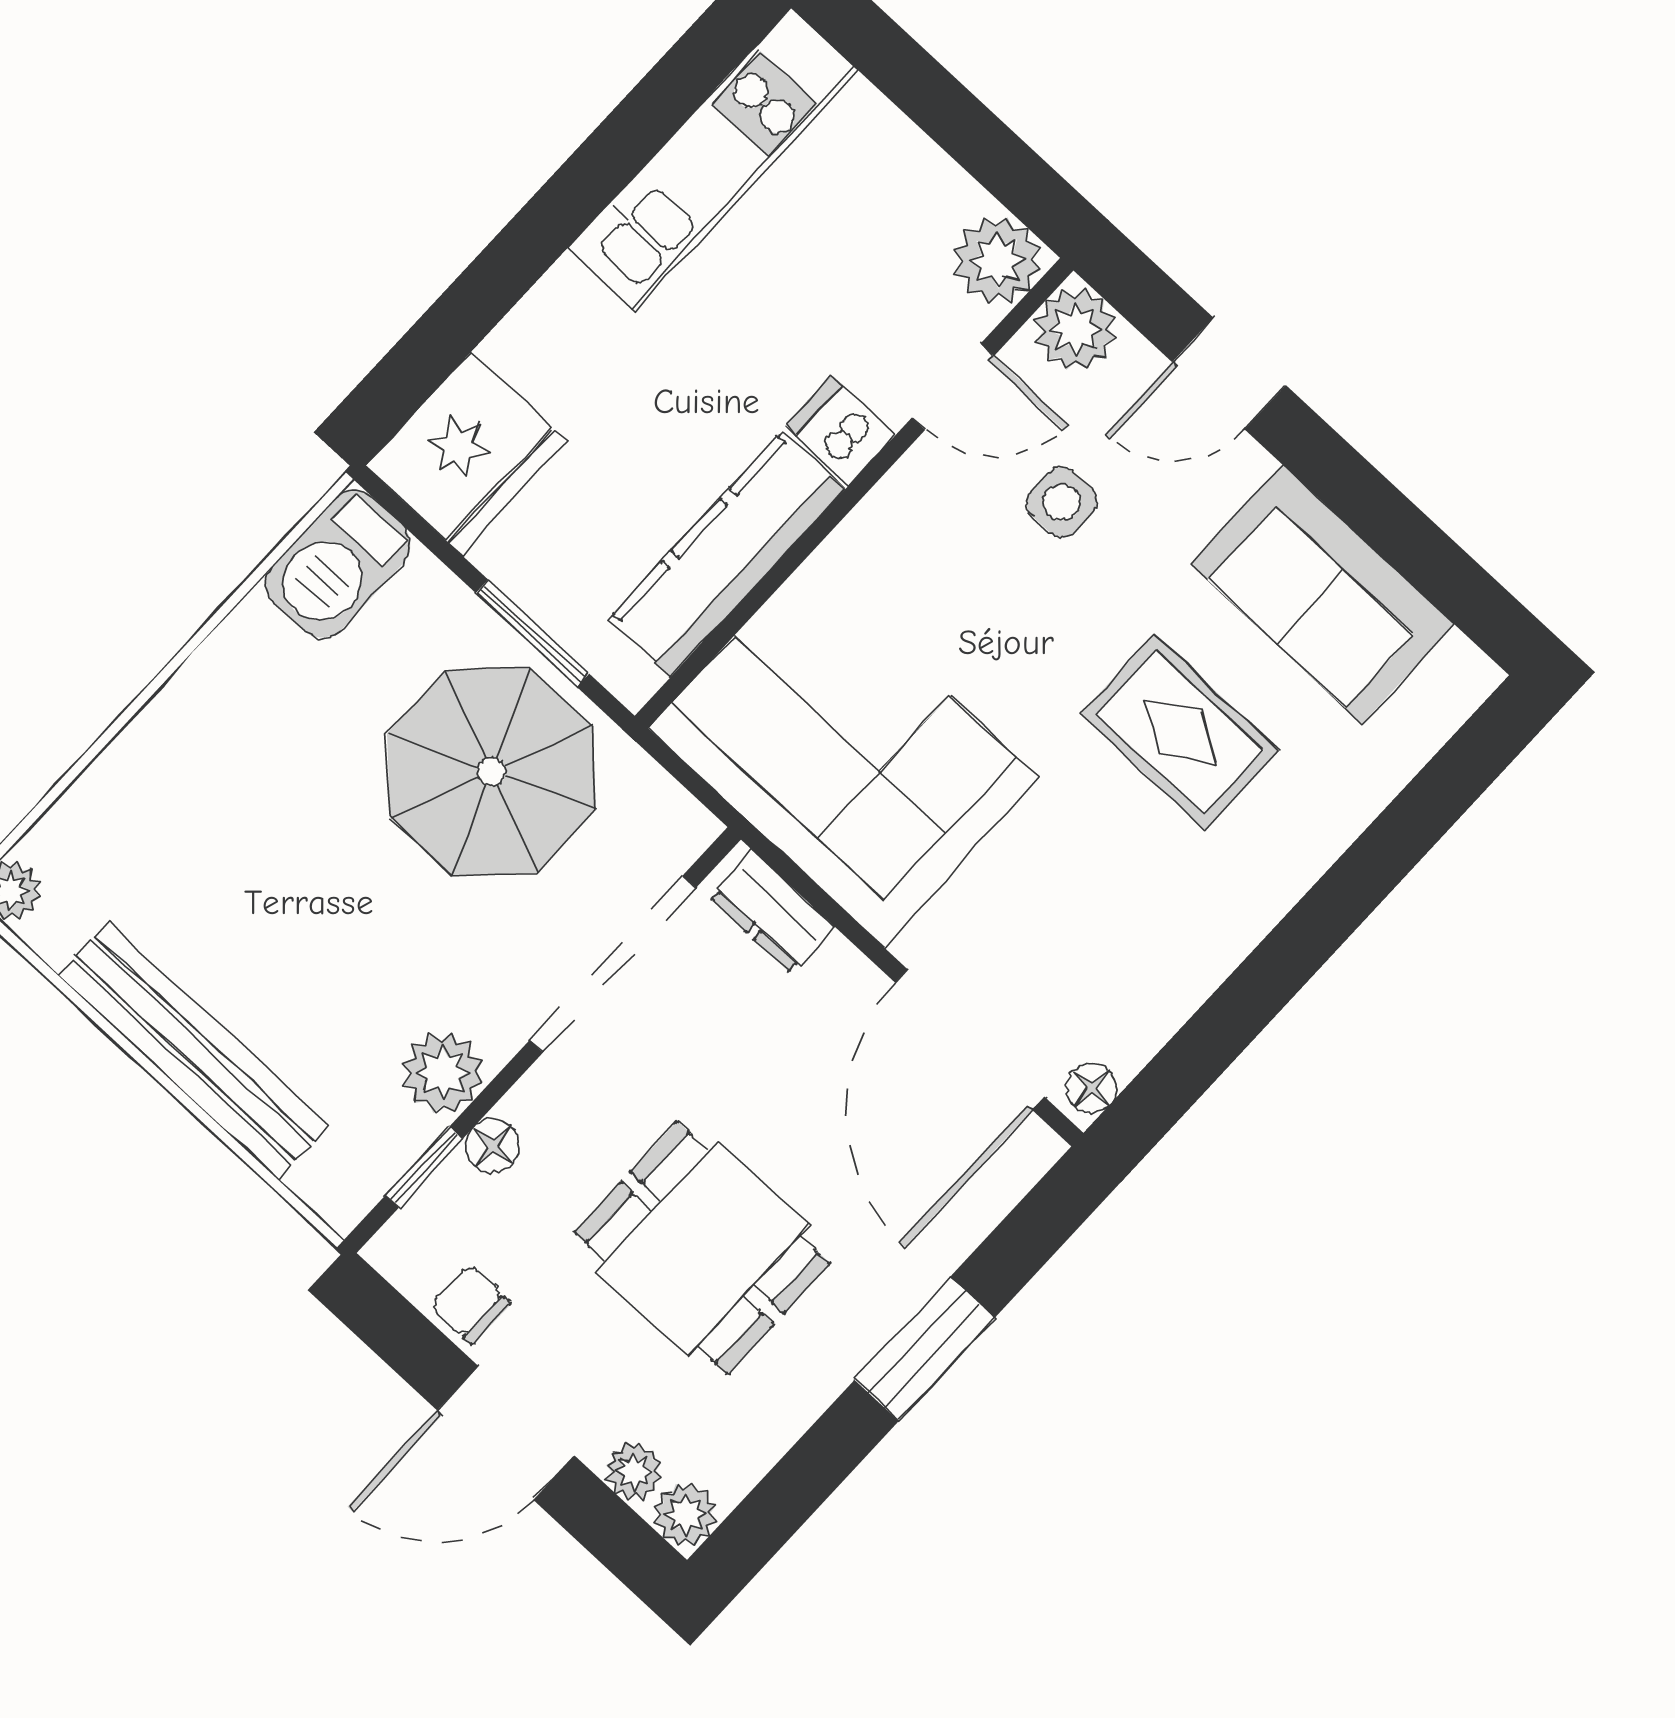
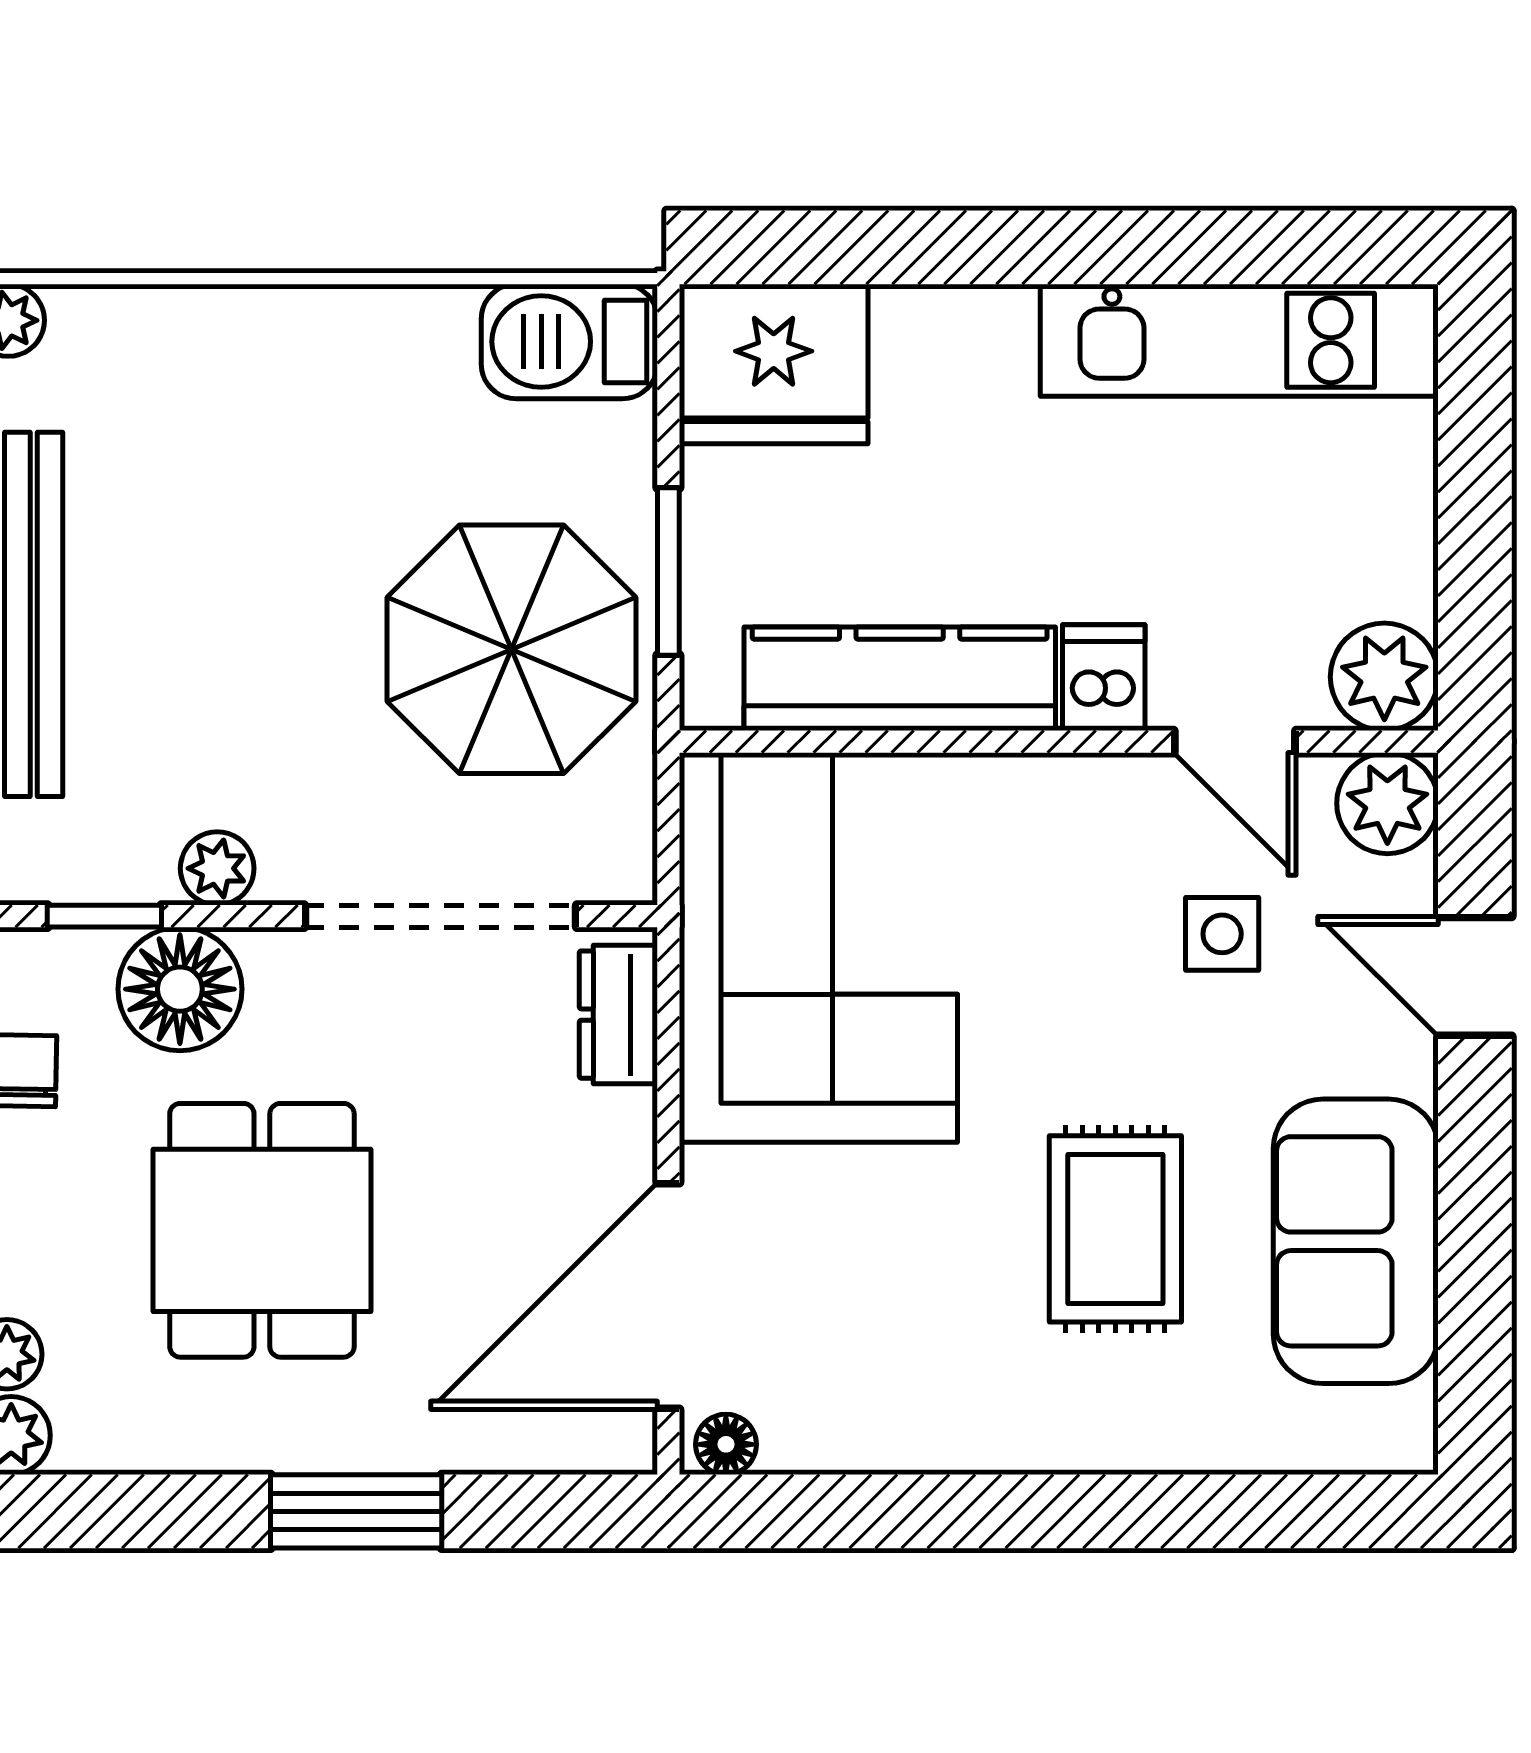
plant: (443, 1073) -> (217, 868), width x0.73, depth x0.73
floor lamp: (493, 1146) -> (180, 989), width x1.89, depth x1.89

